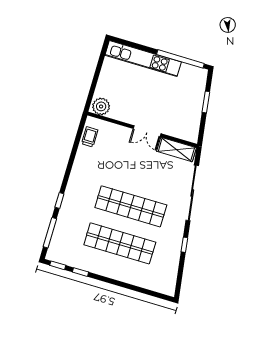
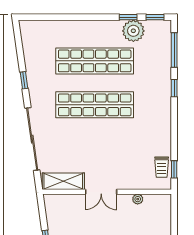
plant: (101, 106) -> (138, 199), moved, width x0.53, depth x0.53
double door: (147, 131) -> (101, 192), swing flipped
window: (80, 132) -> (174, 169), added
plant: (79, 259) -> (133, 31), added

